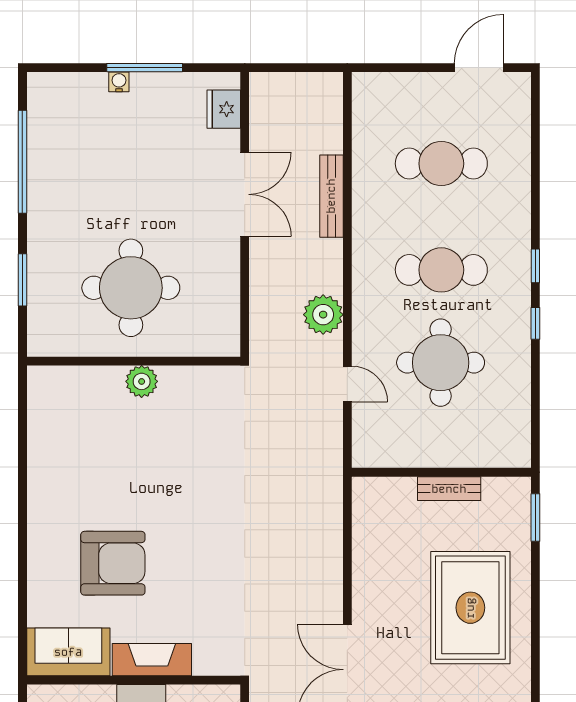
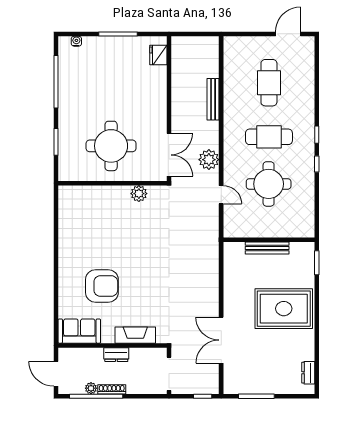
water cooler: (119, 82) -> (76, 41), moved
cafe table: (441, 164) -> (269, 83), turned 90
double door: (245, 194) -> (169, 155), moved
plant: (142, 381) -> (139, 194), moved
bench: (449, 489) -> (267, 248), width x1.36
rug: (470, 608) -> (284, 309), turned 90
fireplace: (152, 660) -> (135, 335), moved

